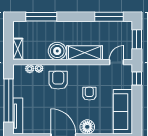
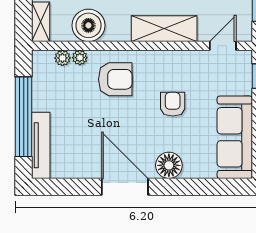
boiler: (57, 51) -> (88, 25), moved
armchair: (58, 80) -> (115, 79), turned 90

